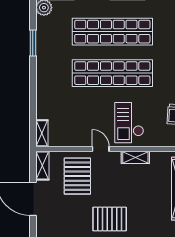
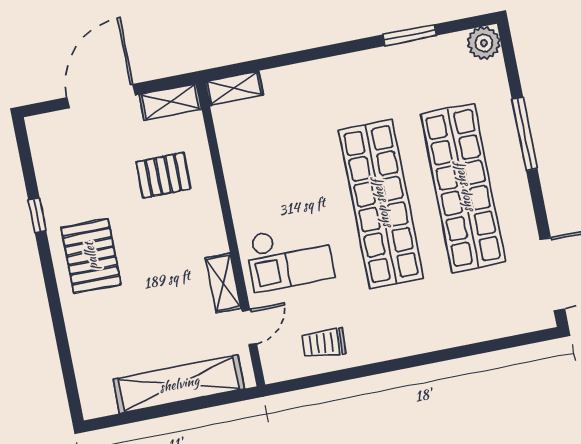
checkout: (129, 123) -> (290, 257), turned 180
door: (101, 149) -> (249, 327), moved
pallet: (77, 176) -> (163, 175), width x0.67, depth x0.71

